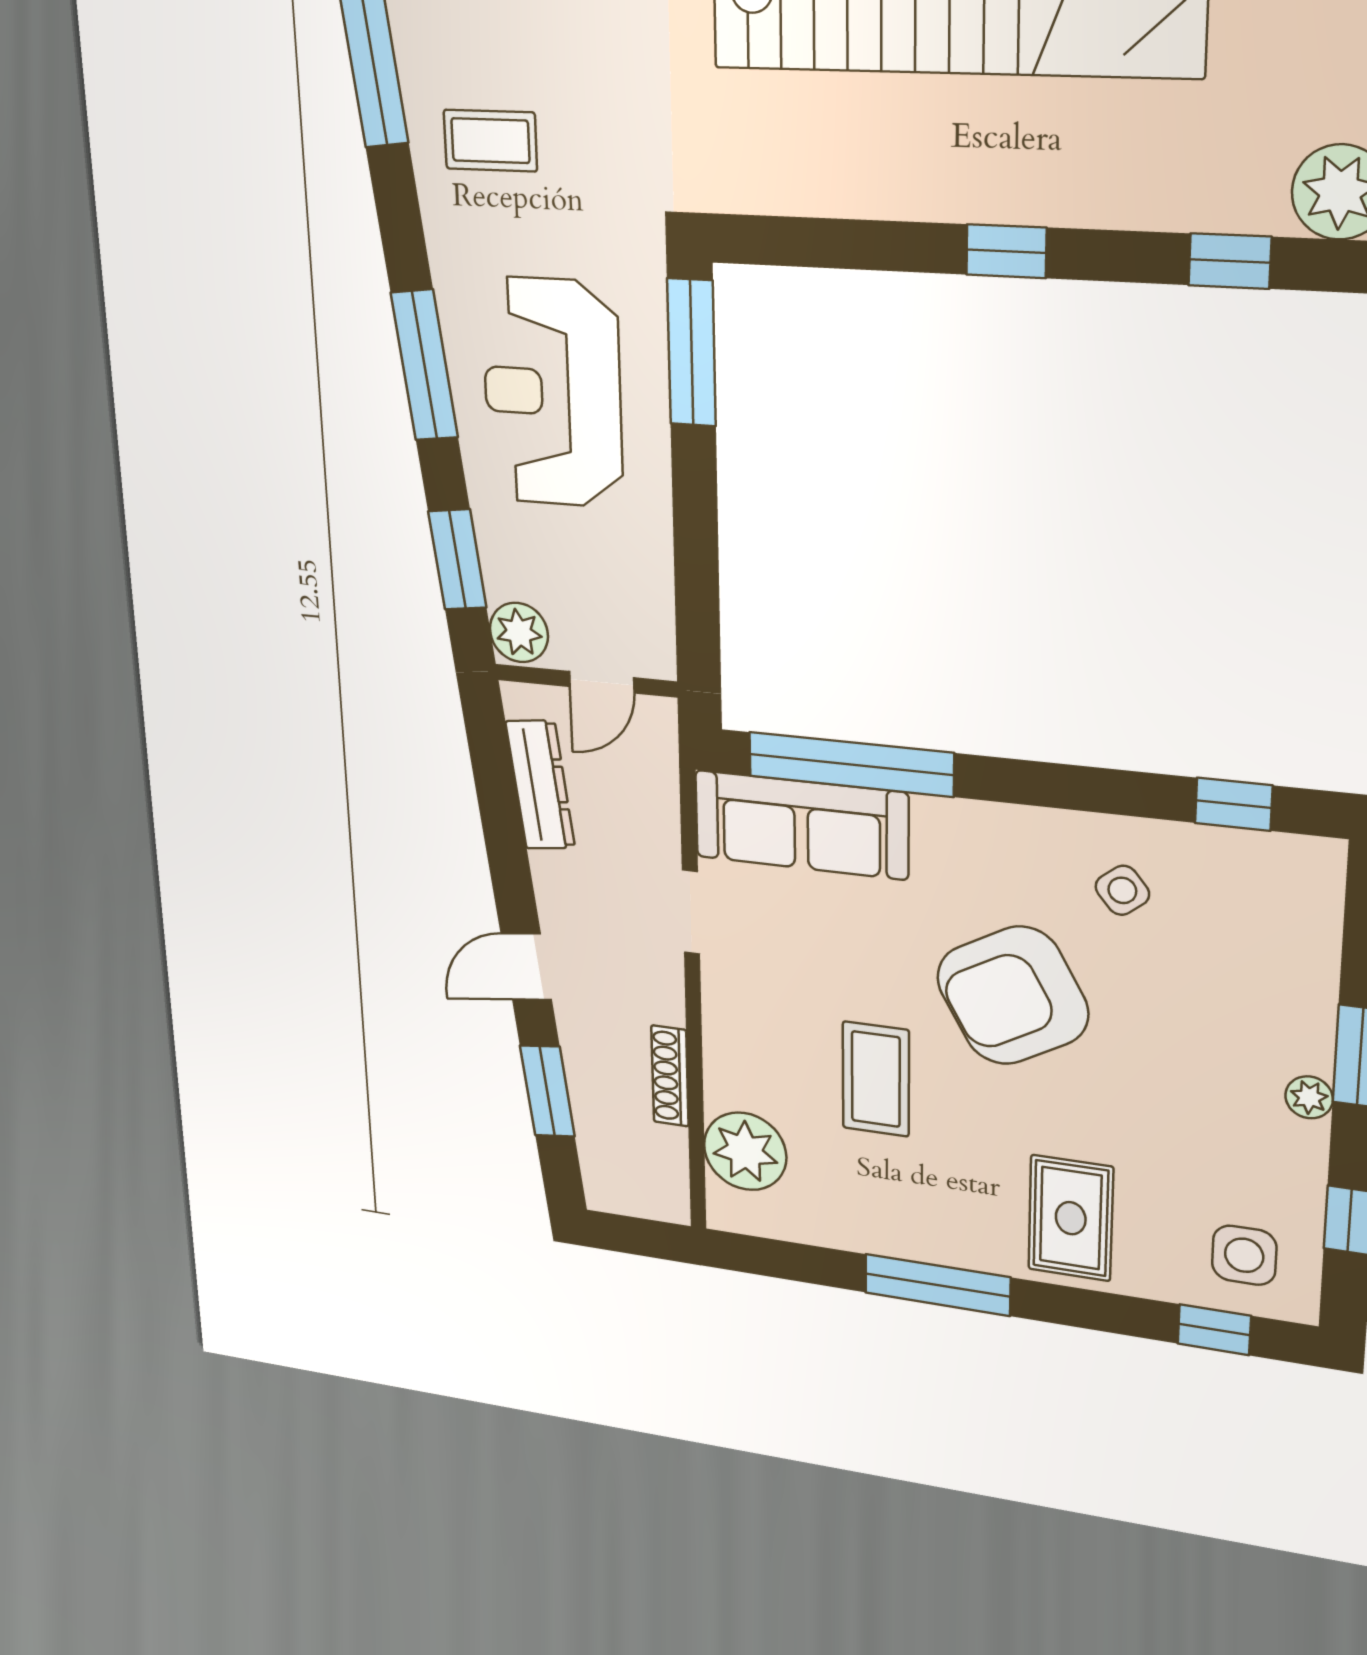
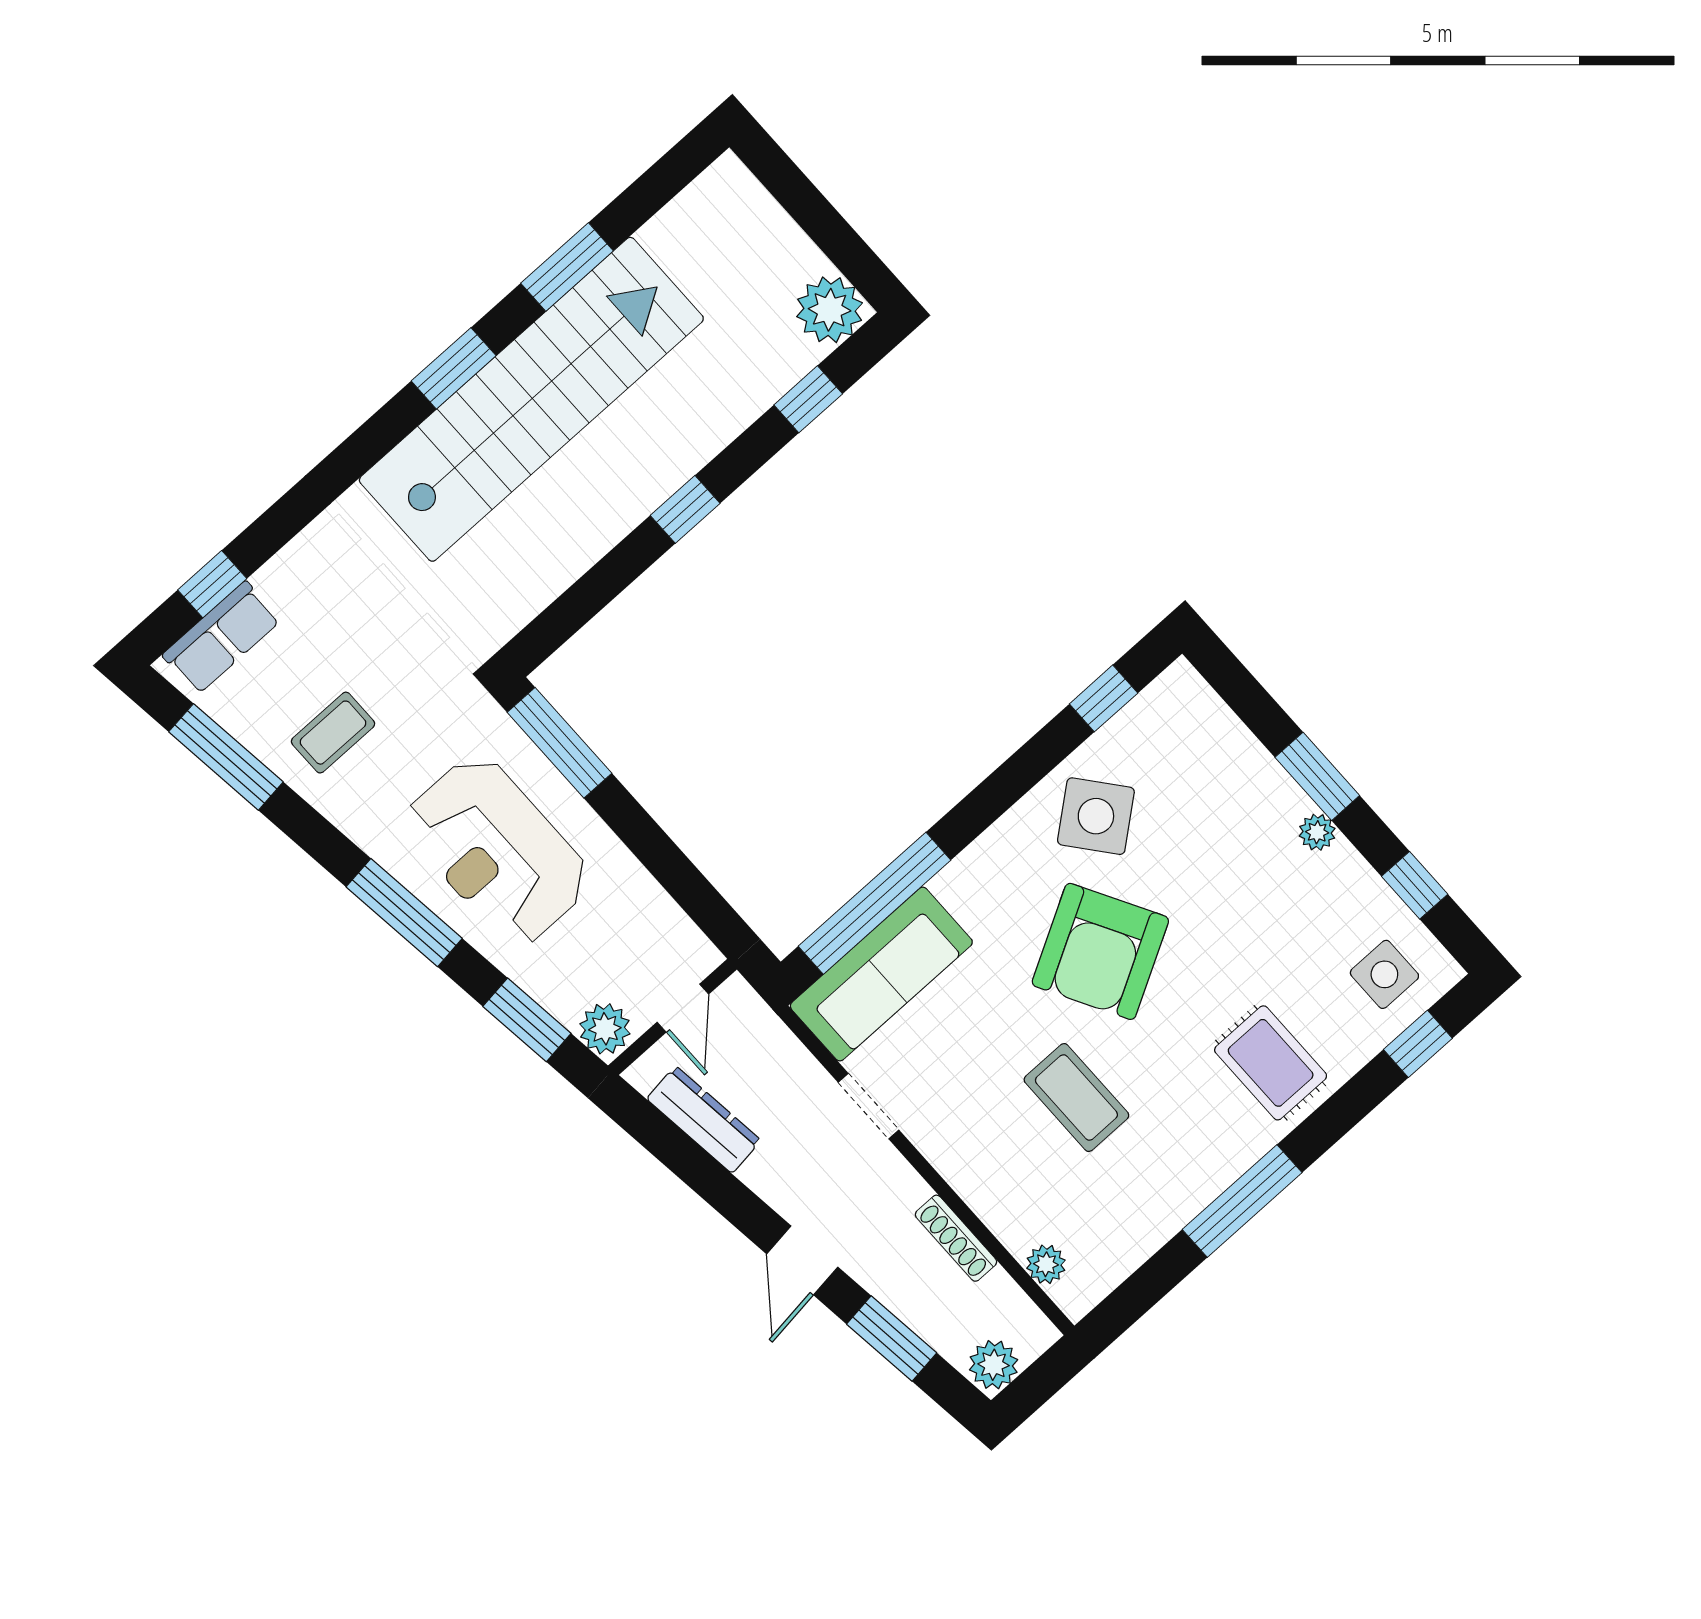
side table: (1122, 890) -> (1096, 816), width x1.87, depth x1.87
plant: (745, 1151) -> (1046, 1264), width x0.53, depth x0.53
plant: (613, 1189) -> (994, 1365), added

